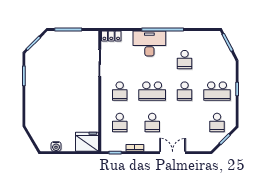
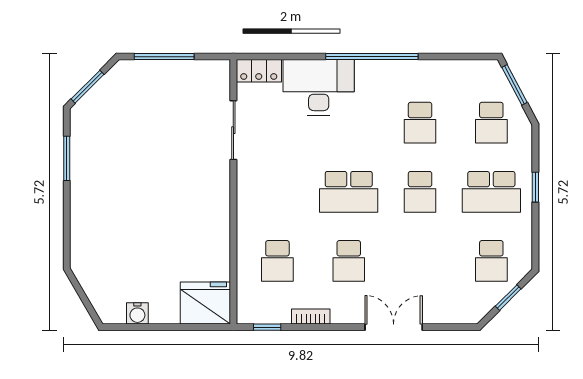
desk: (149, 44) -> (319, 87), moved
school desk: (120, 91) -> (491, 123), moved

